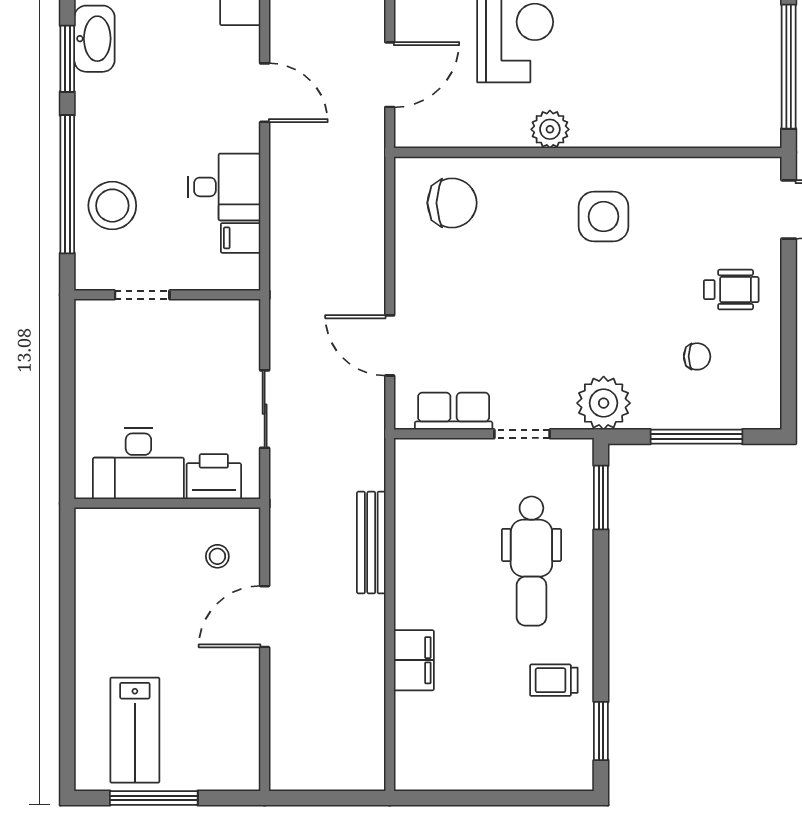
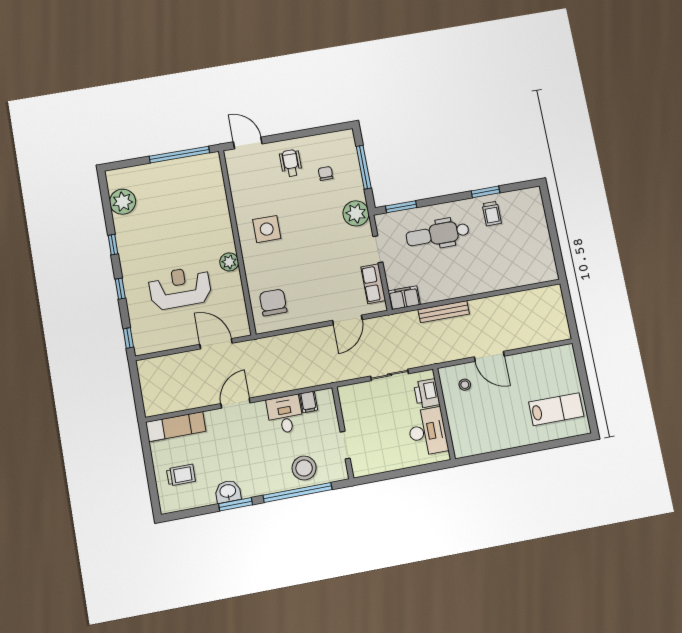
washbasin: (94, 39) -> (228, 492), width x0.72
dental chair: (531, 561) -> (438, 234), turned 180
filing cabinet: (414, 660) -> (404, 298), moved
window: (601, 731) -> (486, 192), moved
window: (154, 798) -> (587, 394), removed

